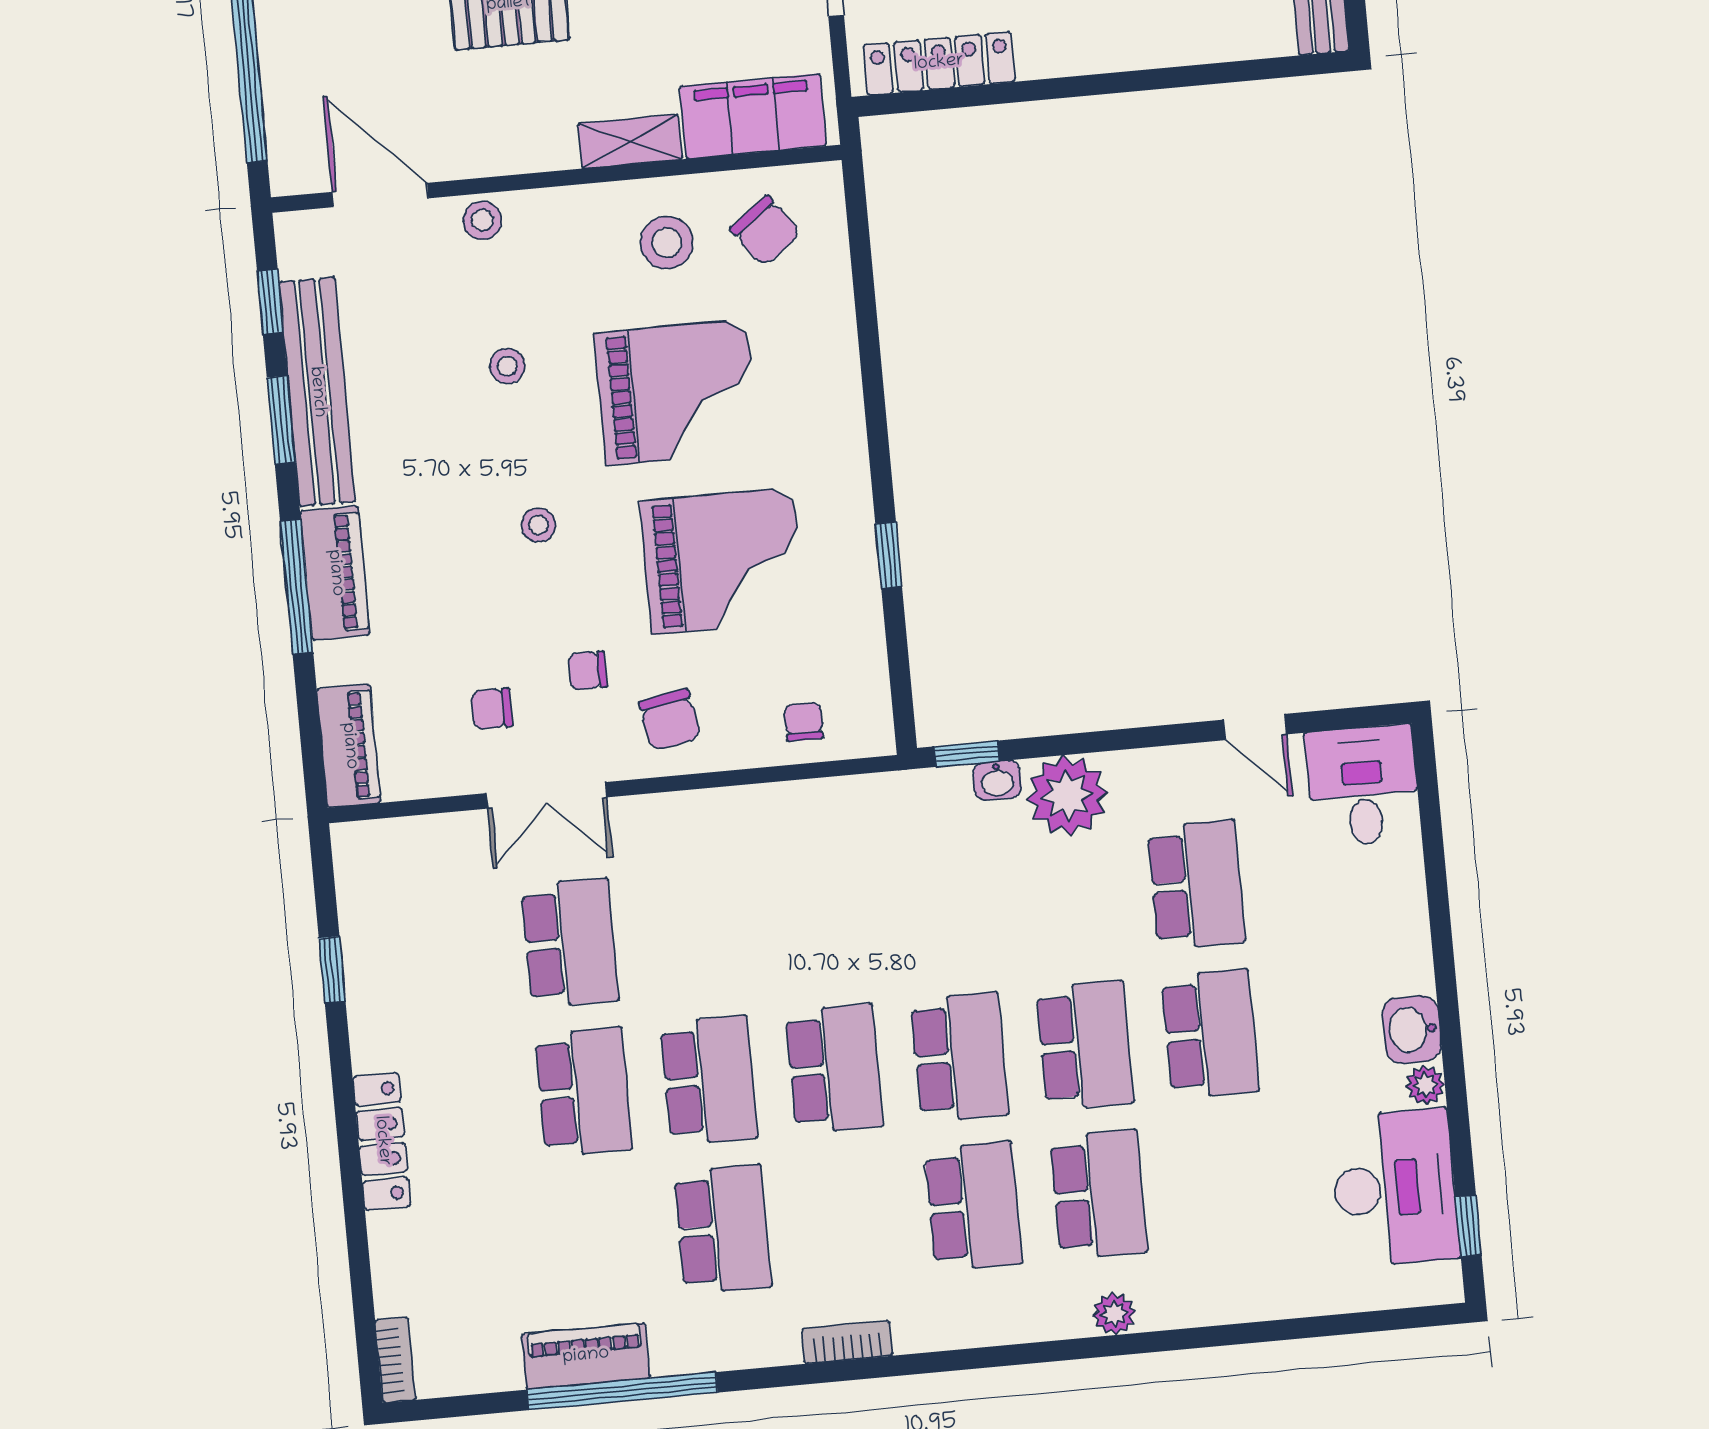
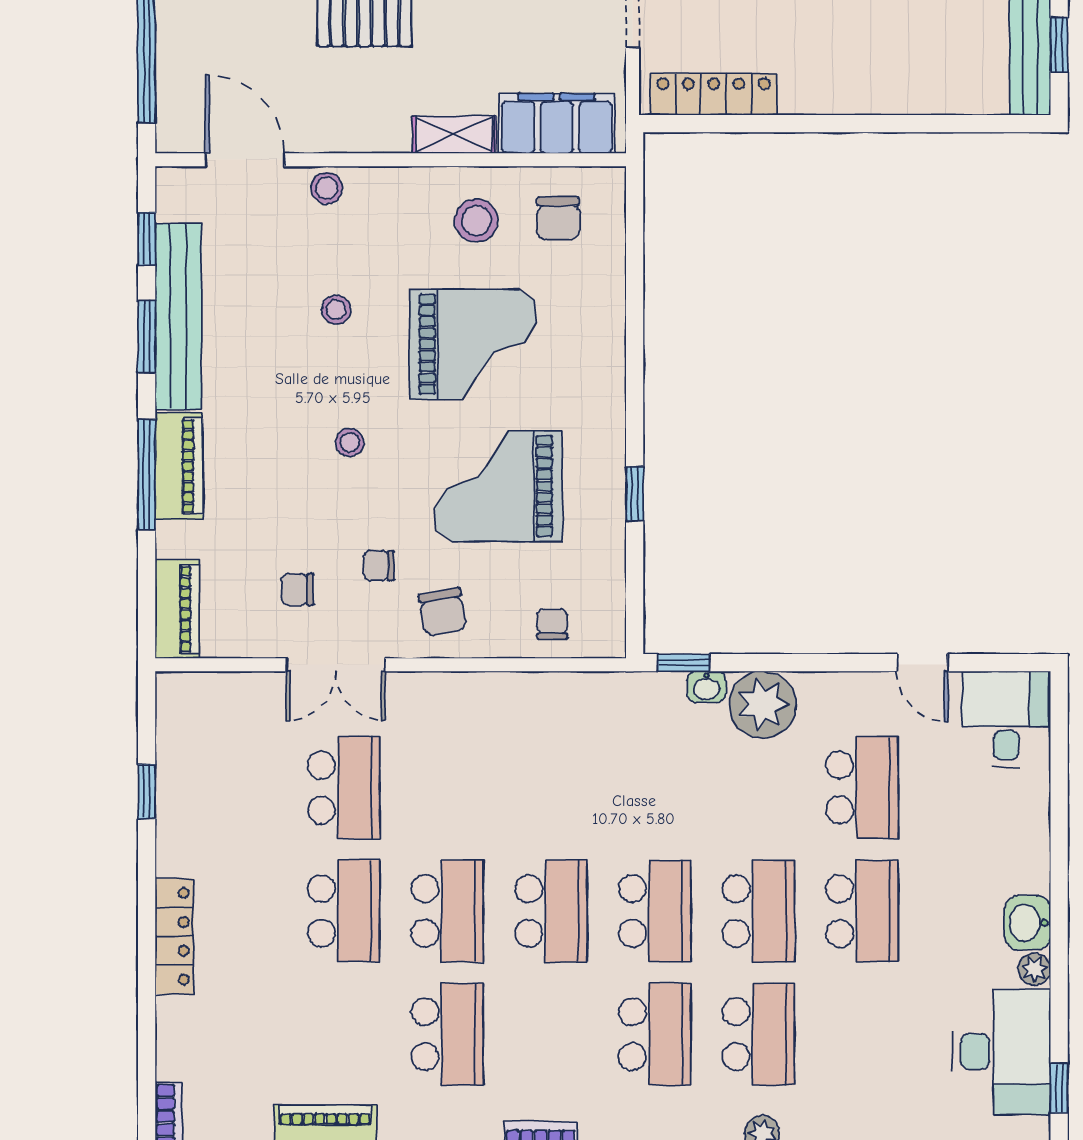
chair: (765, 231) -> (558, 218), turned 37
grand piano: (723, 561) -> (498, 486), turned 180

